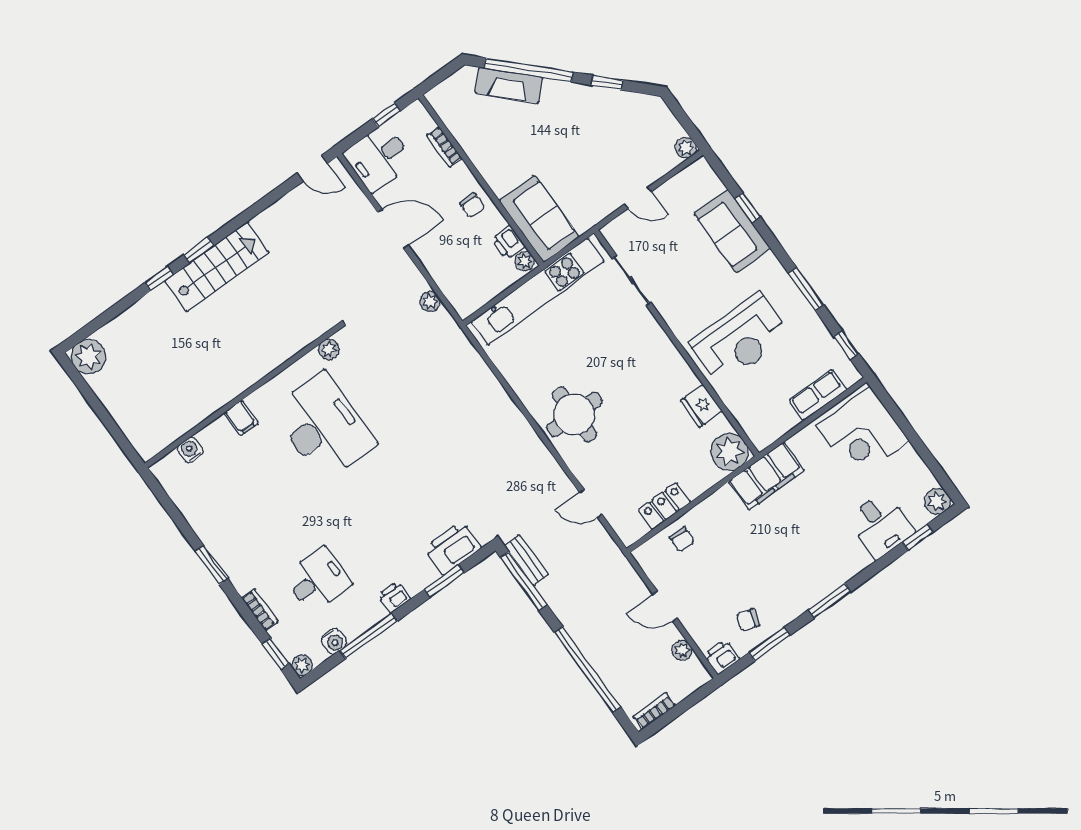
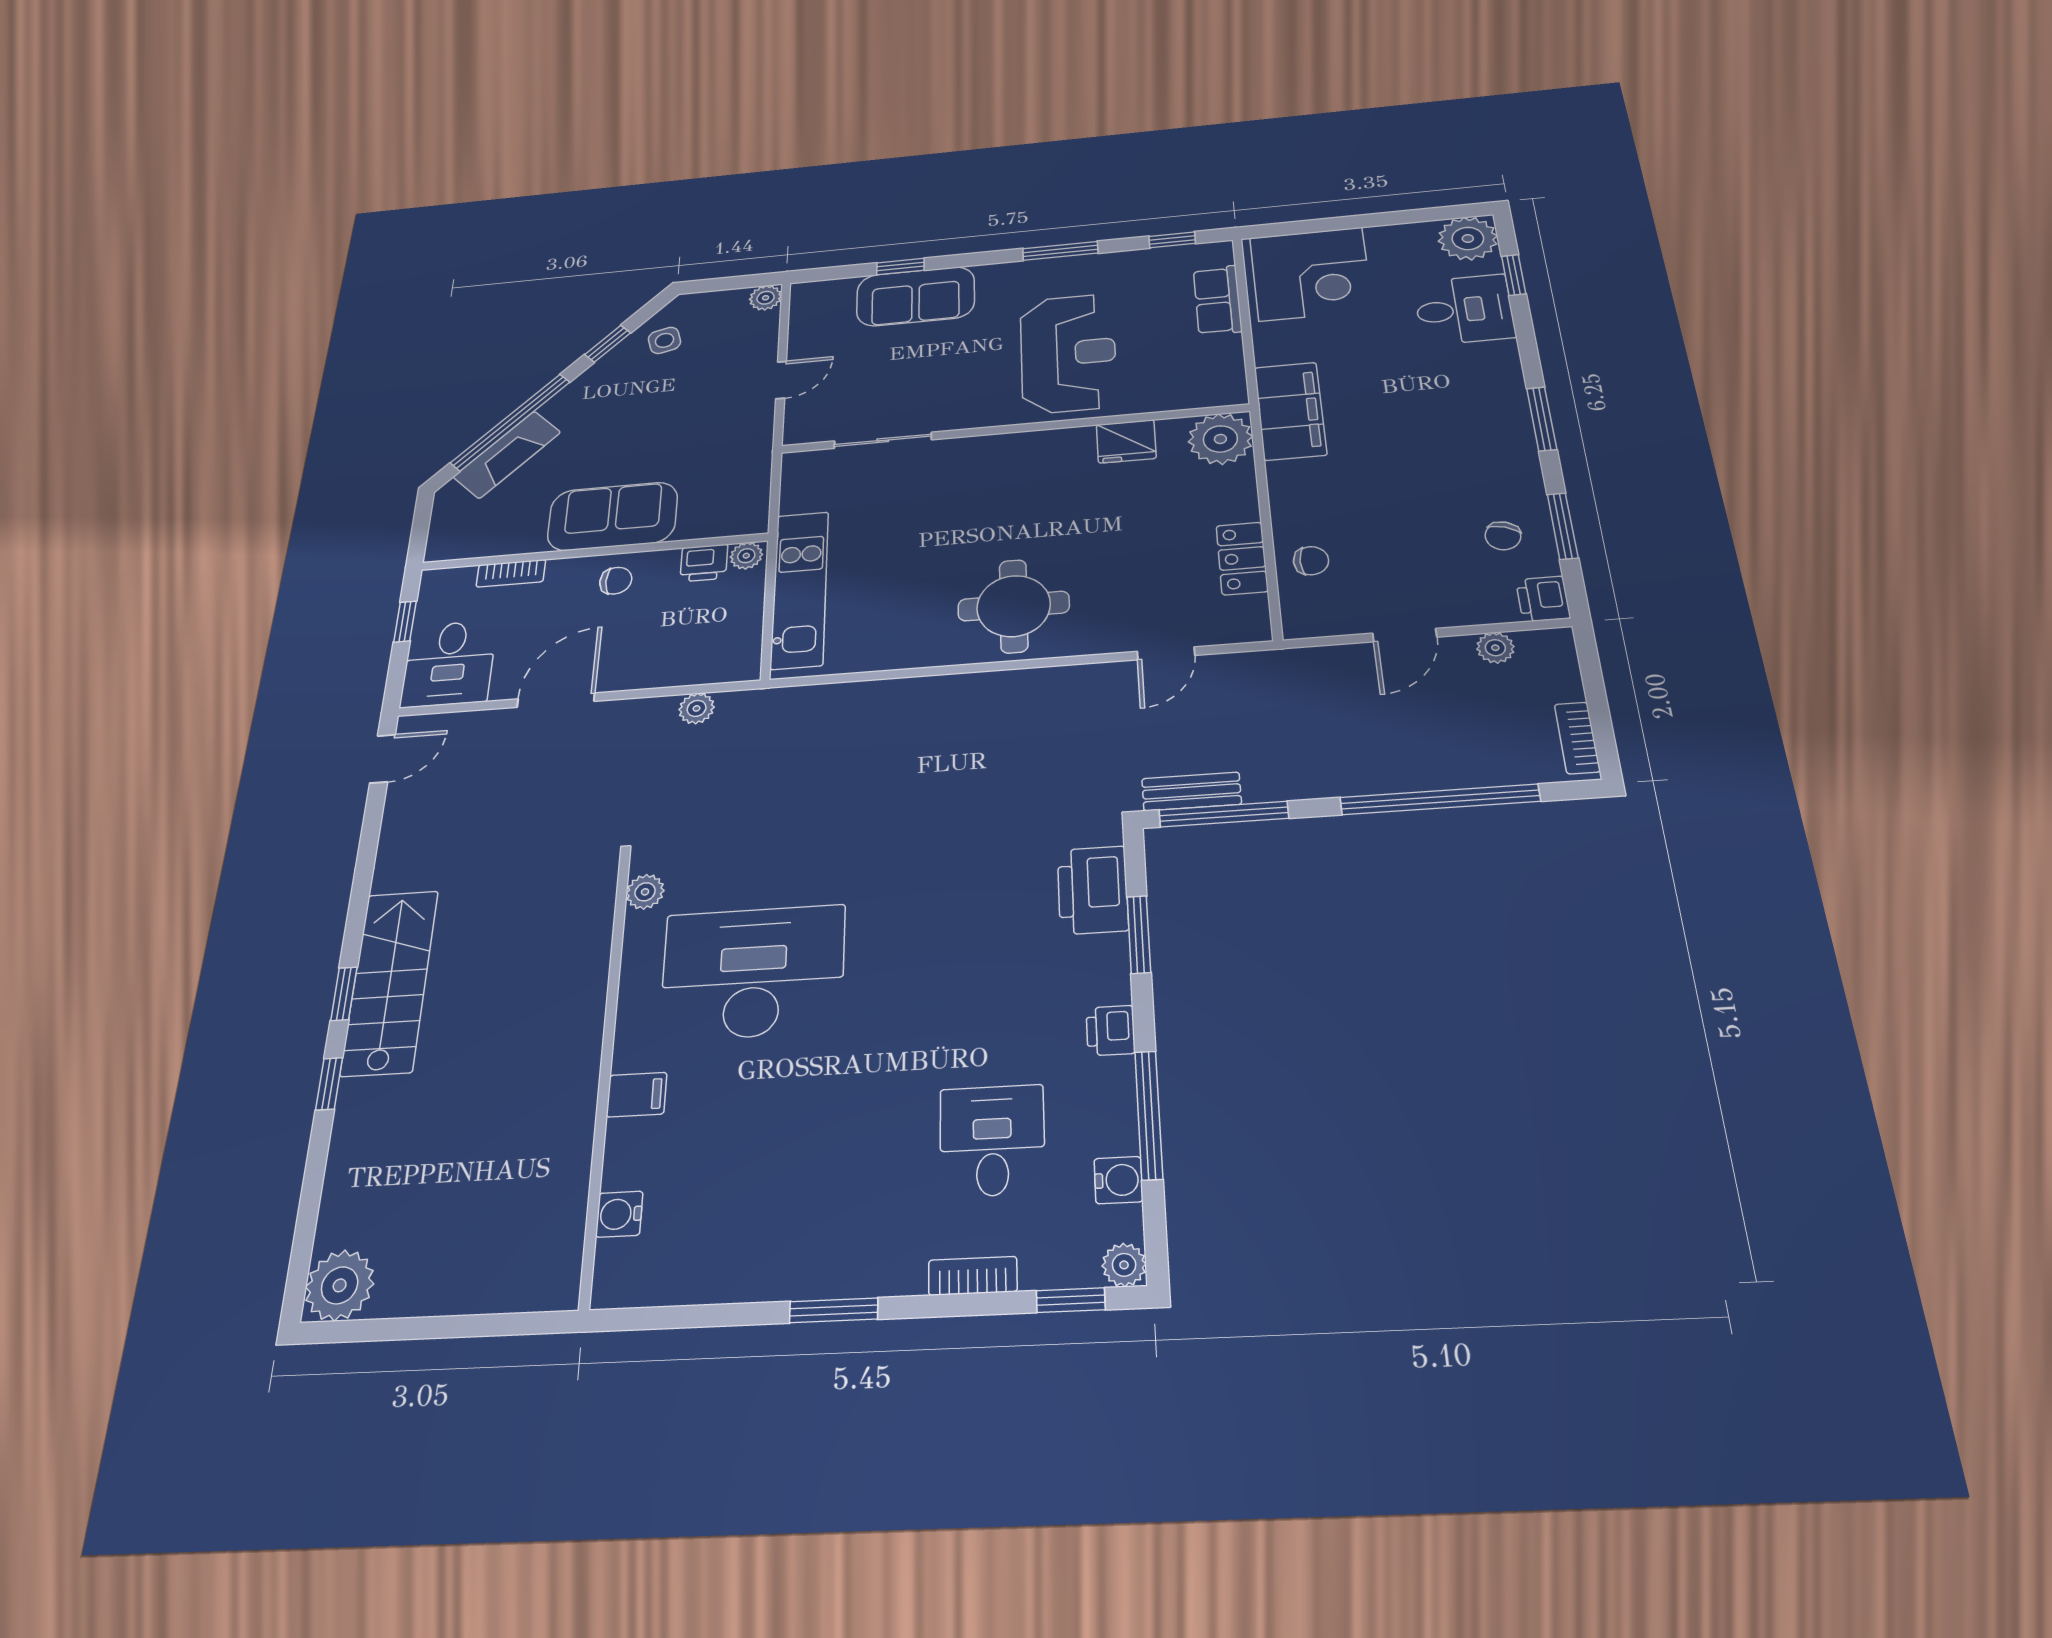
side table: (627, 113) -> (664, 340), added
sofa: (539, 219) -> (613, 516), moved
kitchen unit: (538, 292) -> (800, 589), width x0.73
plant: (937, 501) -> (1468, 239), width x1.36, depth x1.36

